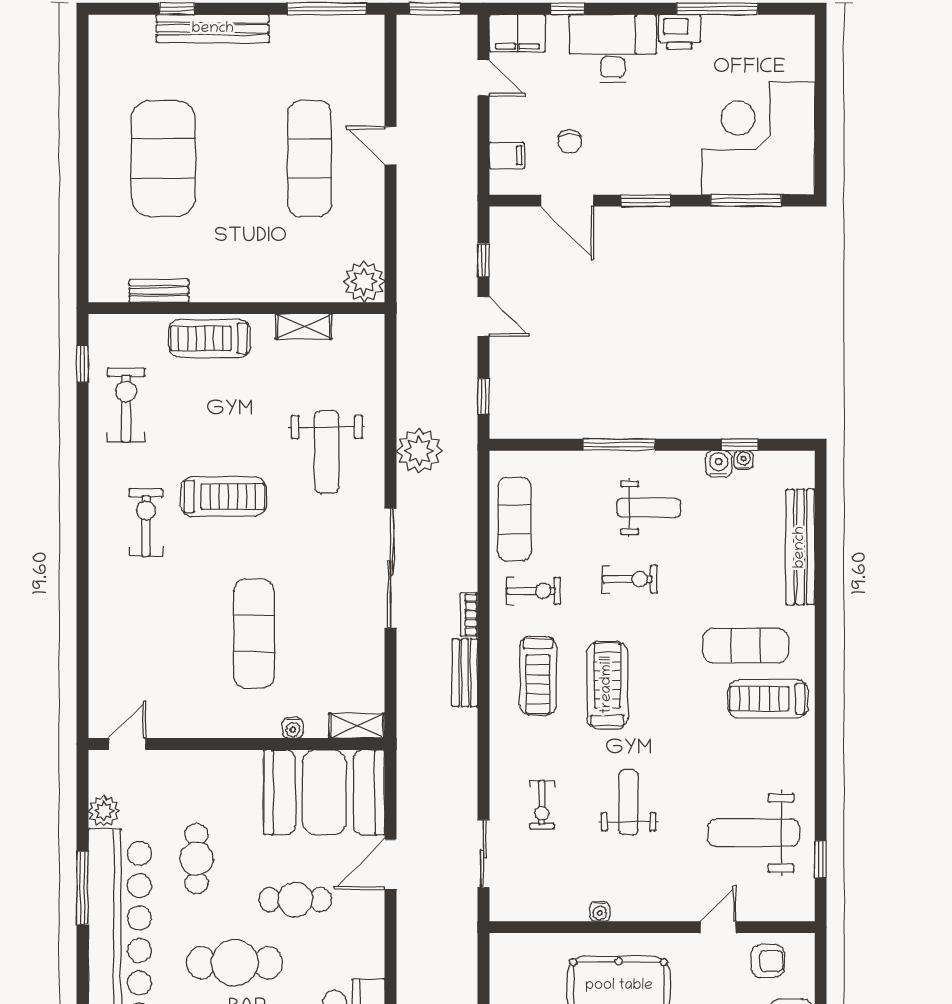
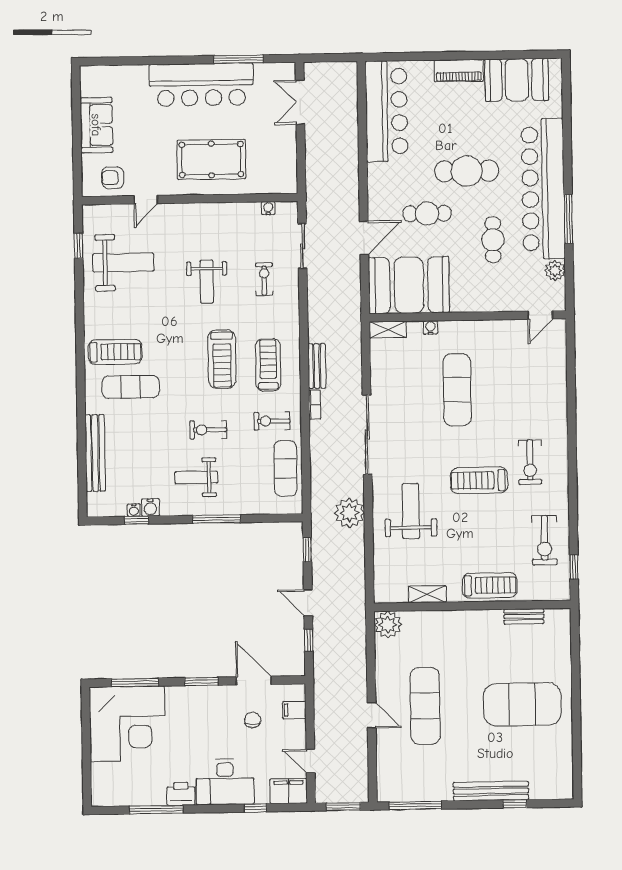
exercise mat: (163, 158) -> (522, 704), turned 90
water cooler: (600, 911) -> (268, 208), moved

